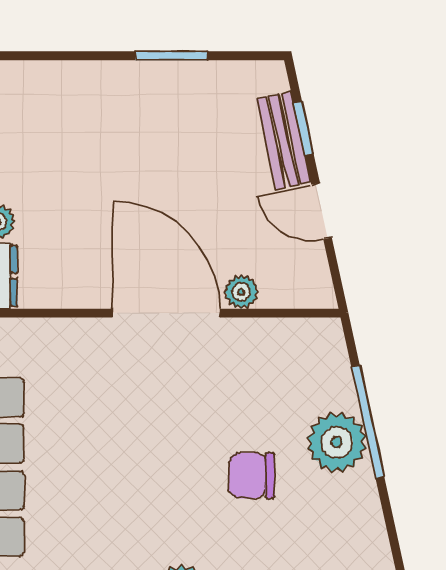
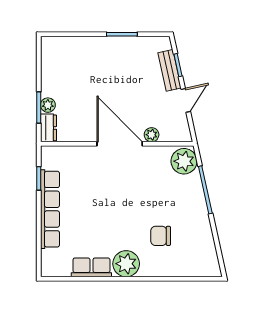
door: (322, 211) -> (186, 100), swing flipped
plant: (337, 442) -> (184, 161), moved
chair: (252, 476) -> (161, 236), moved

